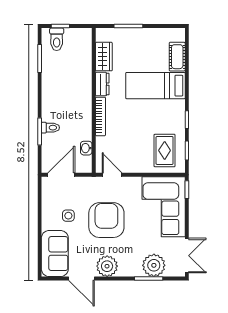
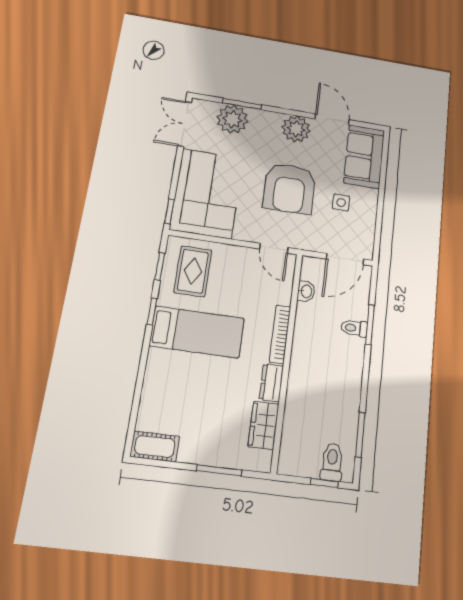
cot: (177, 57) -> (155, 446), moved, turned 90
bed: (155, 86) -> (197, 332), moved

